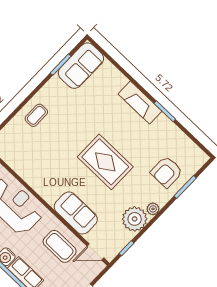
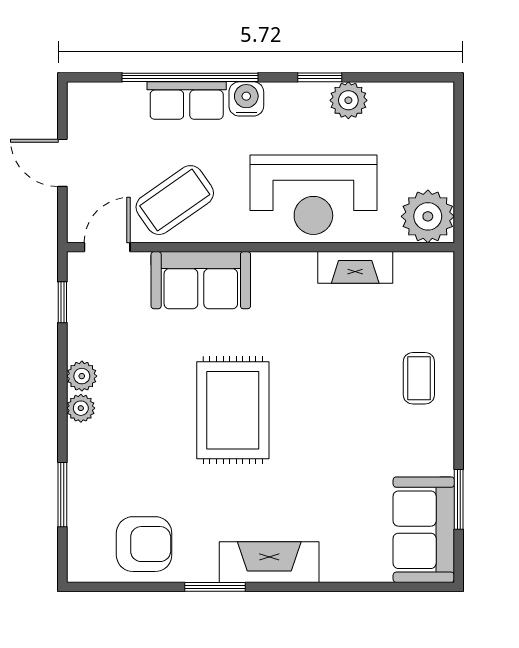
rug: (105, 162) -> (233, 410), turned 90
fireplace: (23, 170) -> (355, 267), added
armchair: (167, 172) -> (144, 544), moved, turned 90
plant: (135, 219) -> (82, 376), width x0.53, depth x0.53
coffee table: (60, 246) -> (175, 200), turned -35

